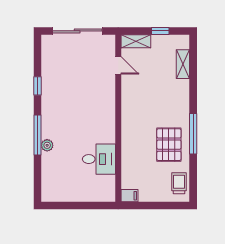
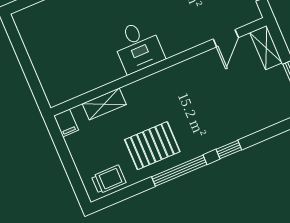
shelving: (183, 64) -> (104, 104), moved
window: (193, 95) -> (229, 150), added
desk: (99, 159) -> (138, 47), moved

